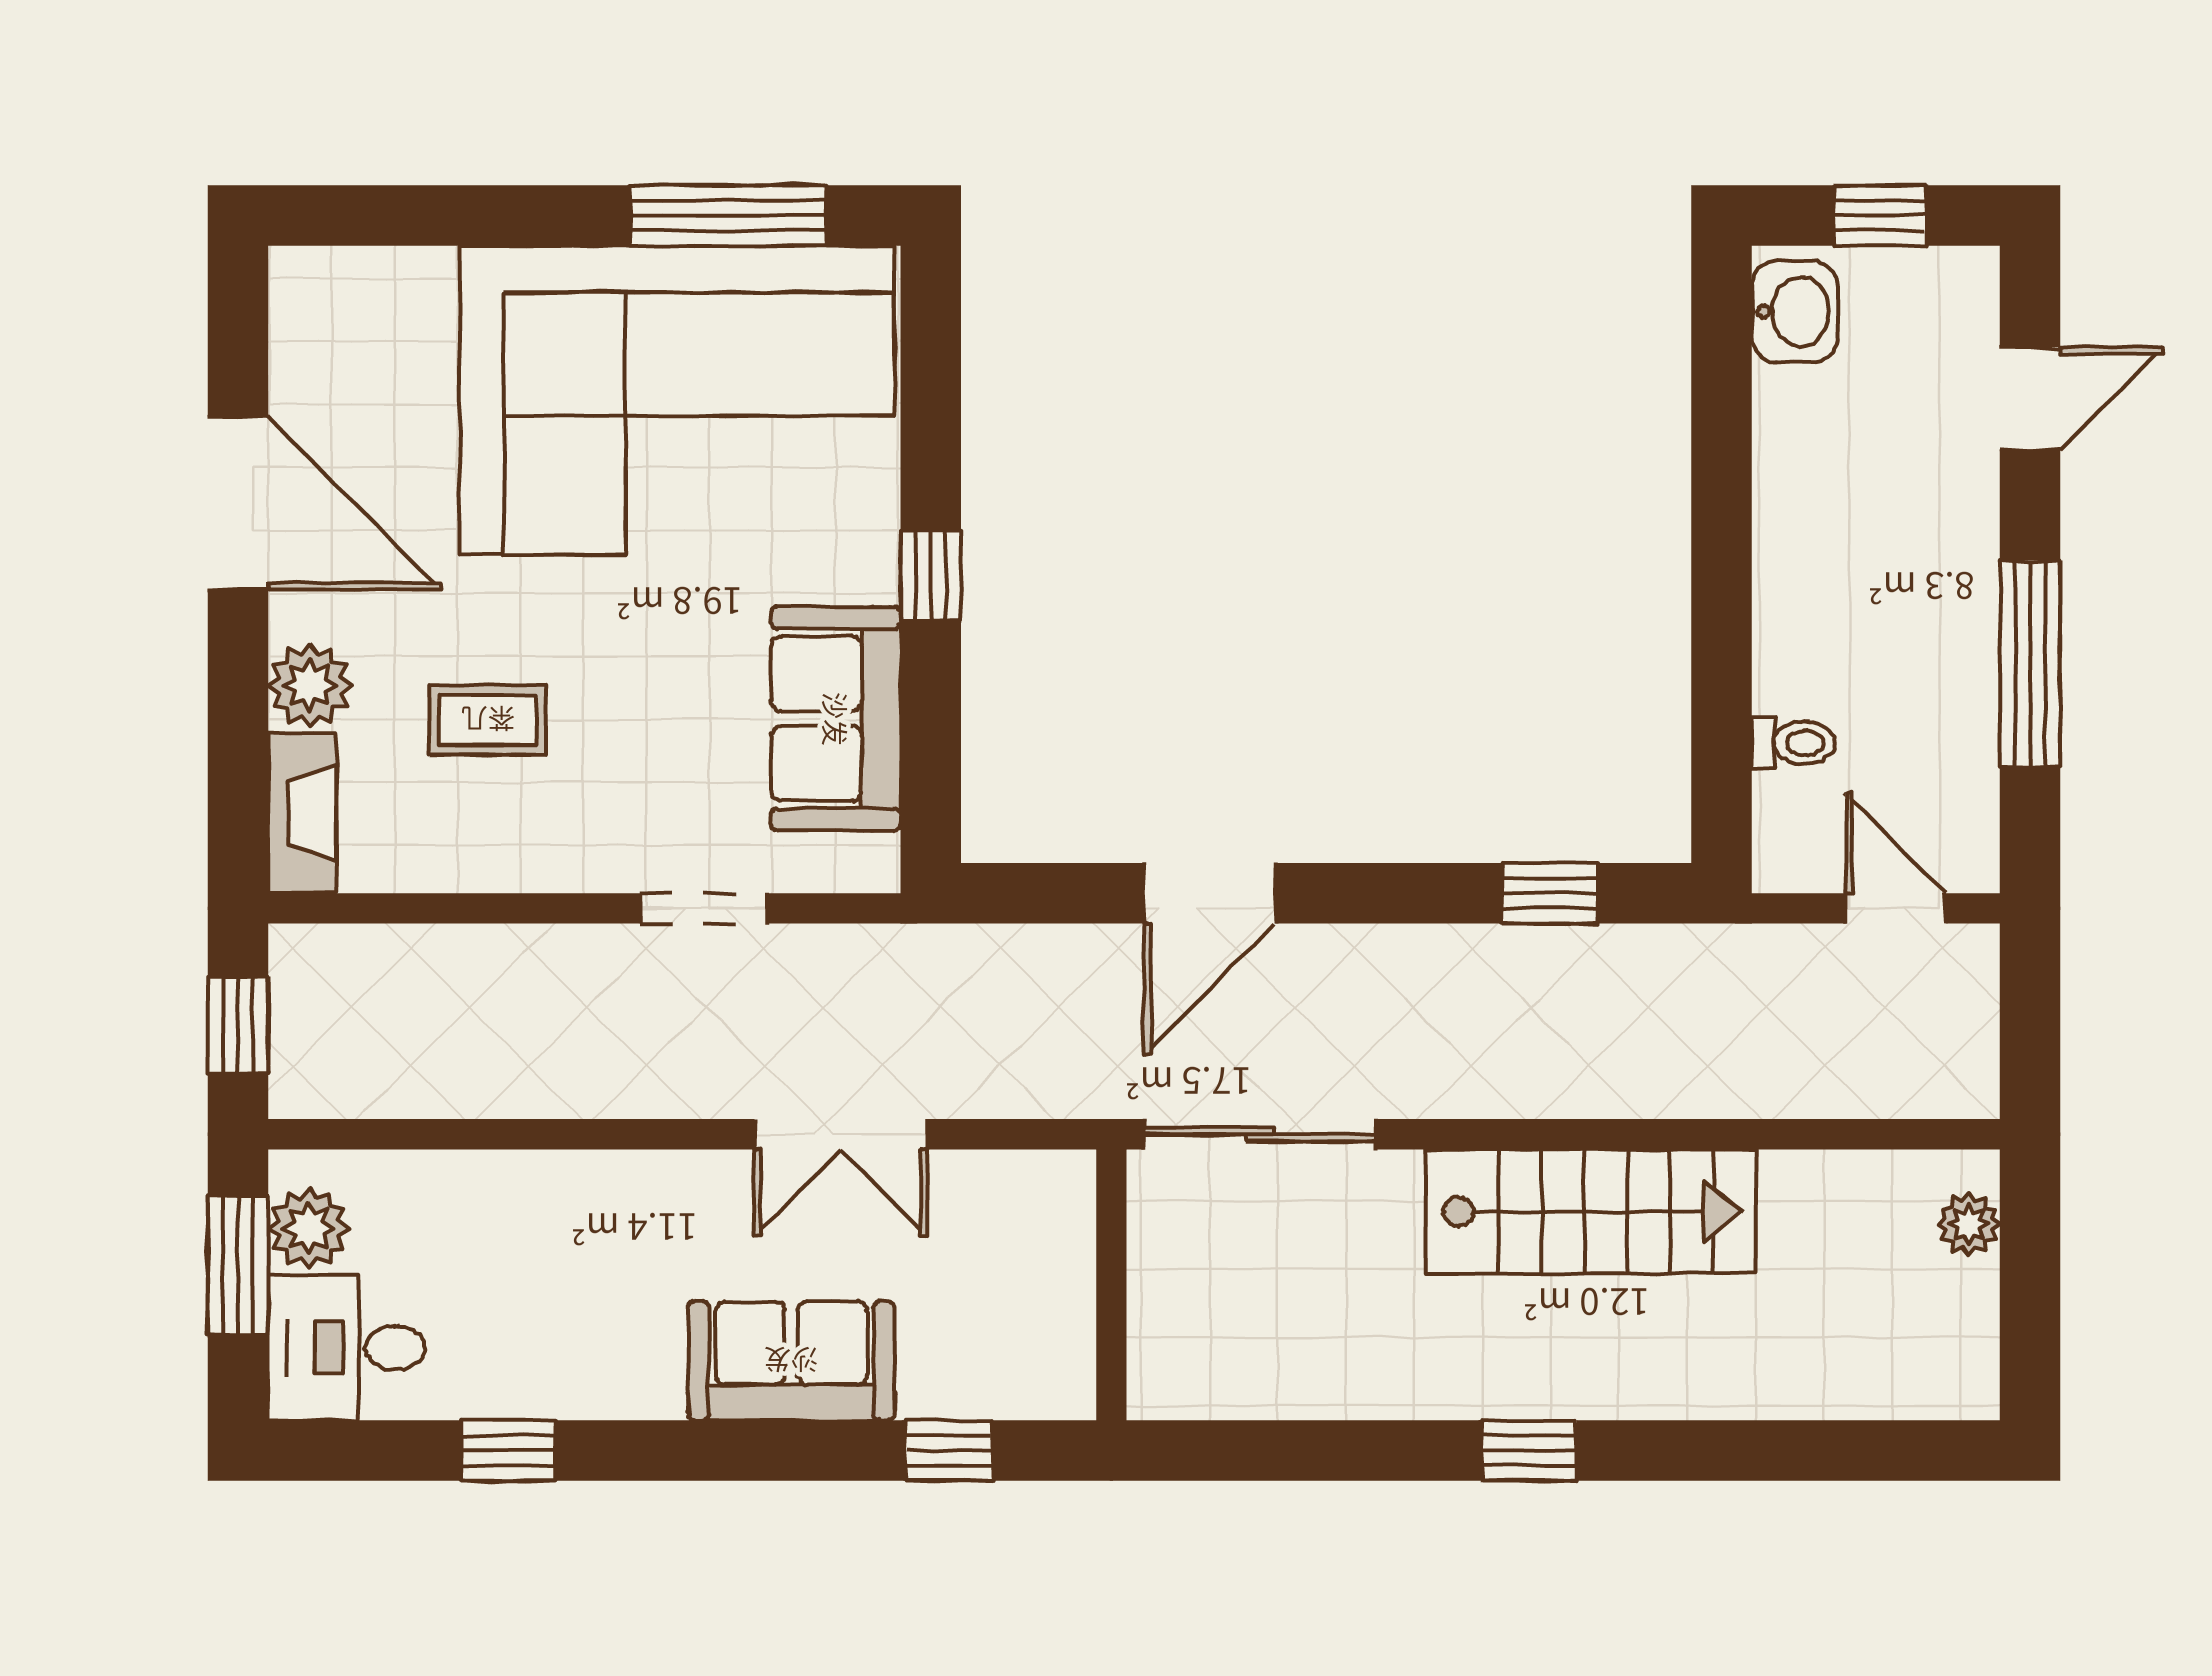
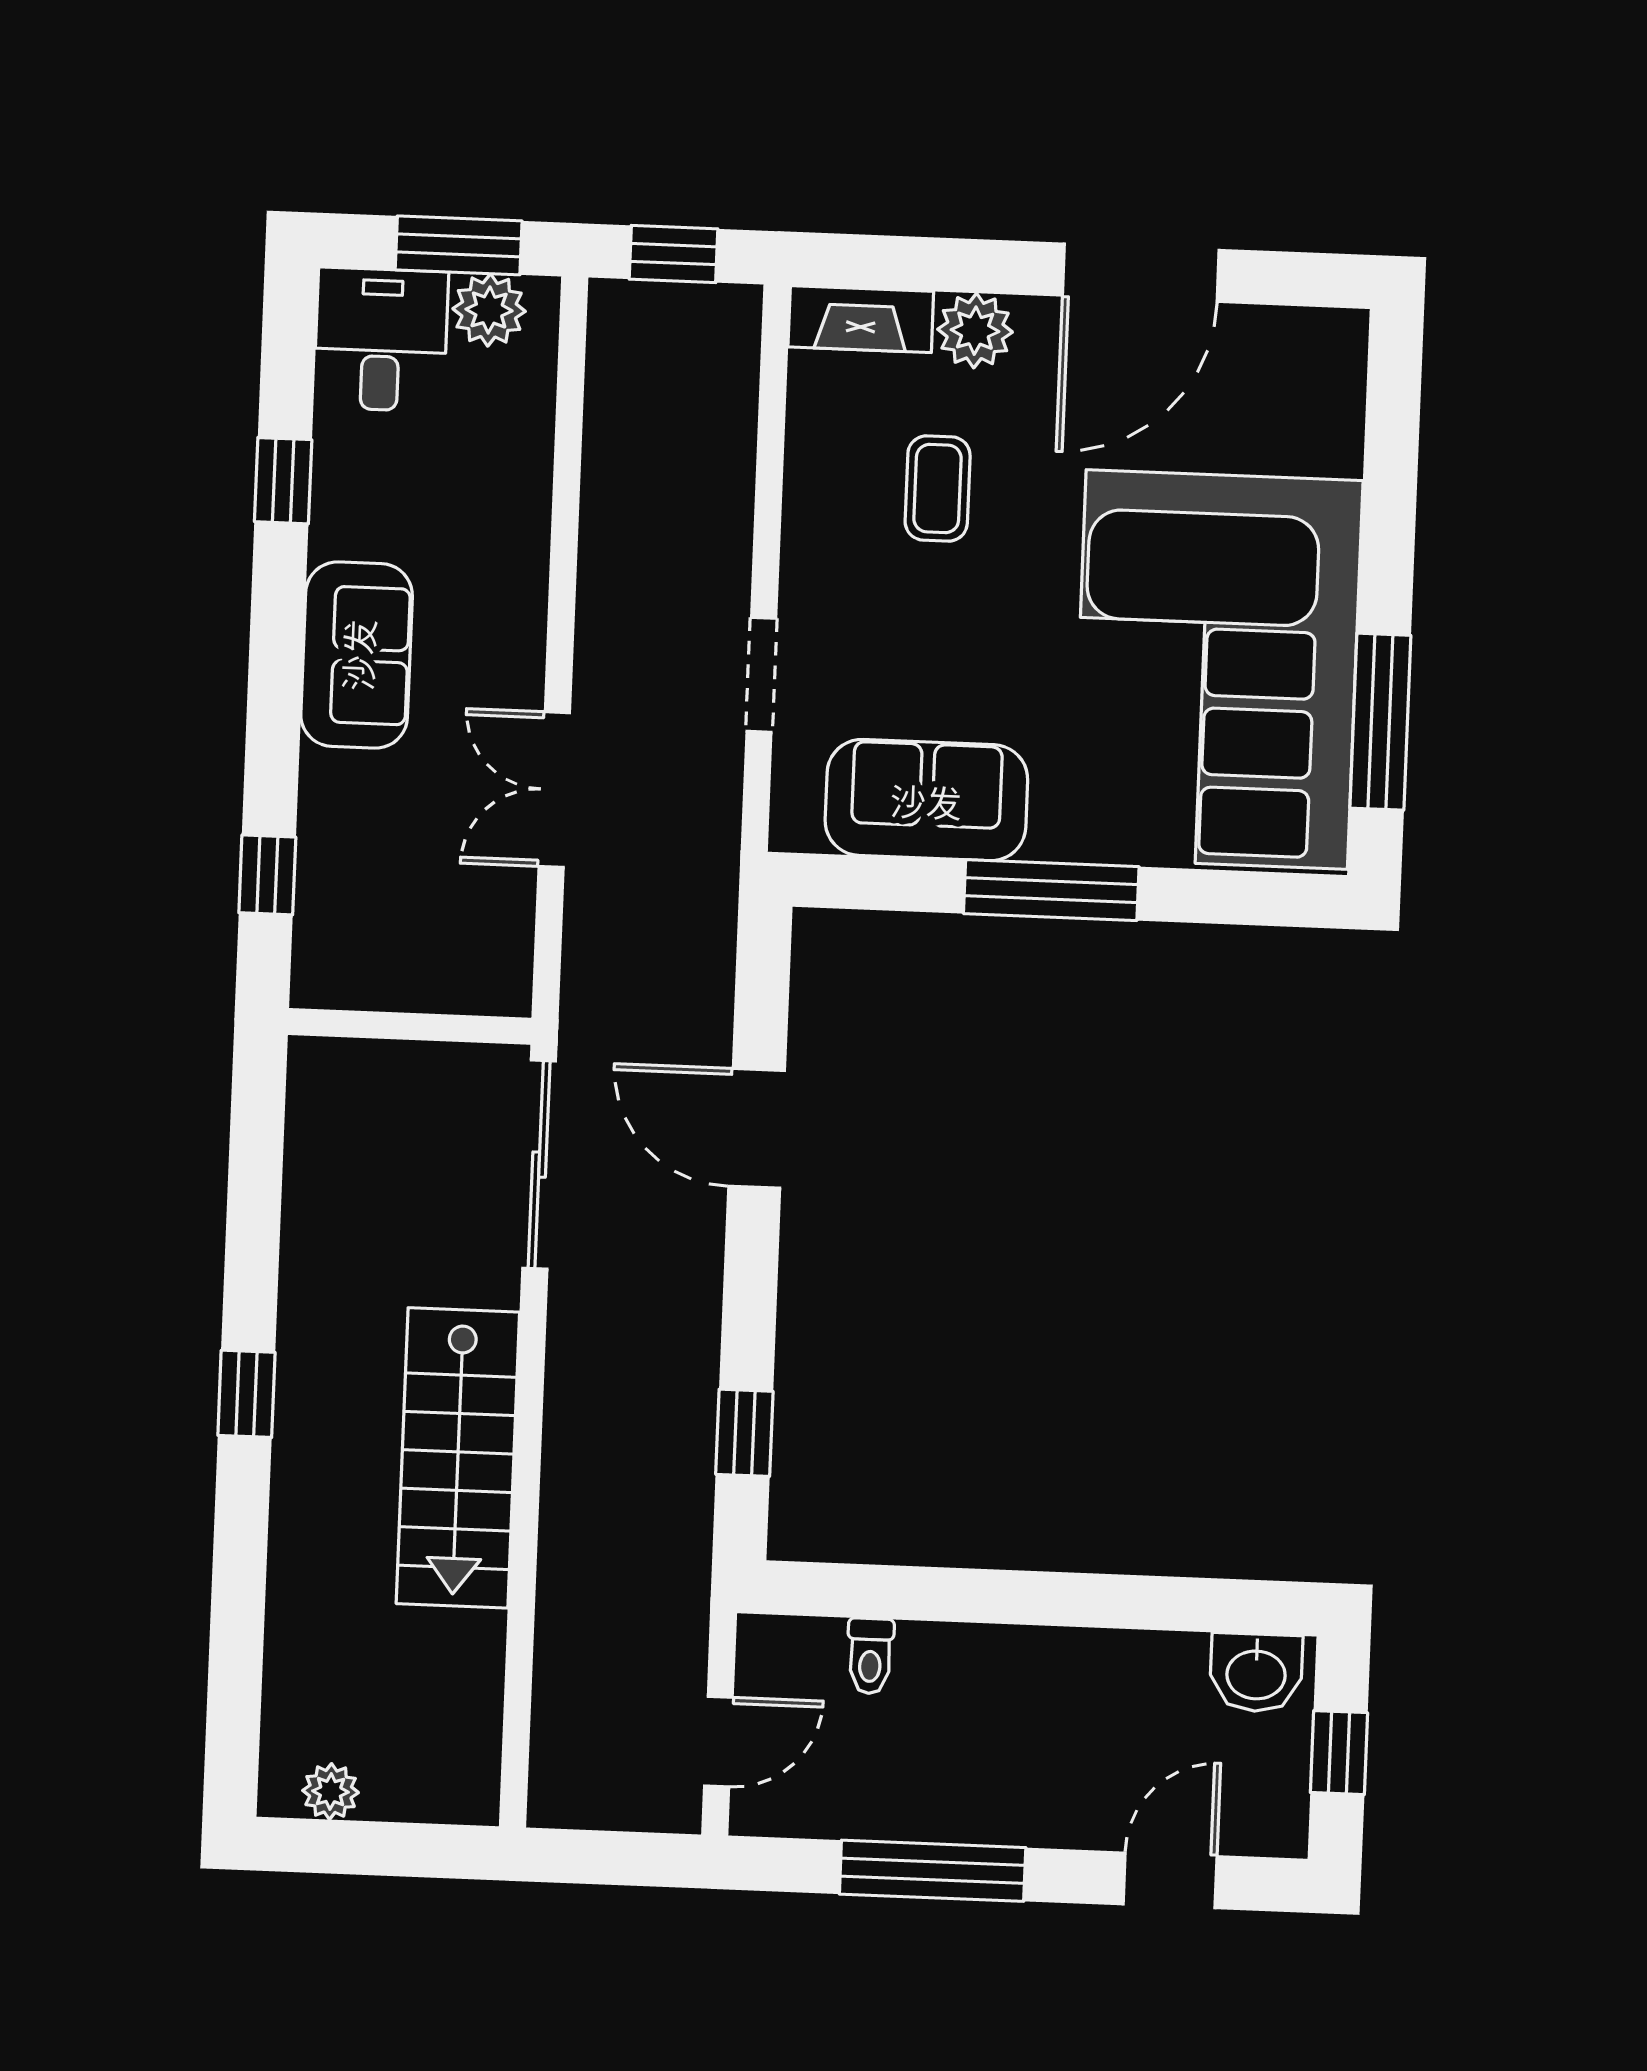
door: (2030, 398) -> (1170, 1880), swing flipped
window: (931, 575) -> (1051, 890), width x2.17
plant: (1969, 1224) -> (331, 1792), moved
sofa: (791, 1361) -> (357, 655), moved

